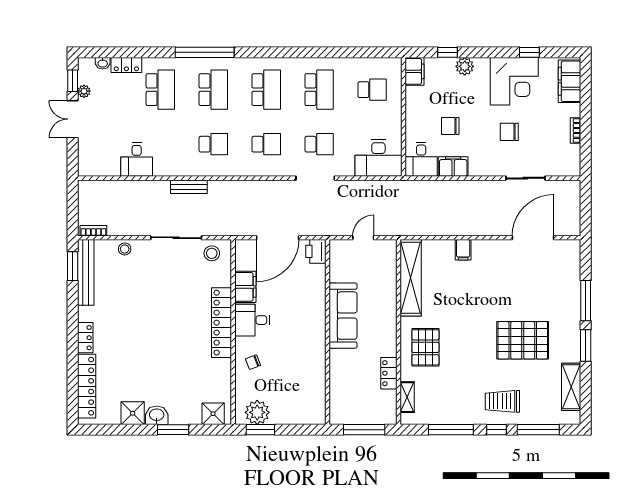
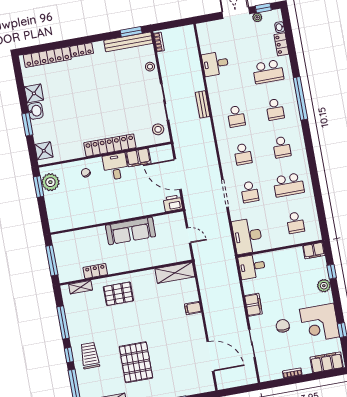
school desk: (213, 90) -> (275, 109), width x0.54
school desk: (266, 90) -> (282, 147), width x0.54
chair: (450, 126) -> (279, 283), removed
filing cabinet: (453, 167) -> (253, 305), moved
shelving: (411, 278) -> (175, 273), width x0.68

